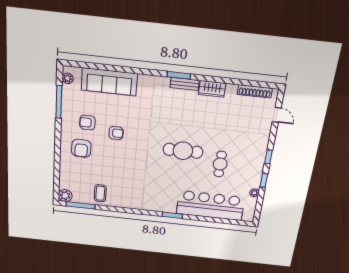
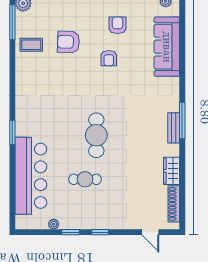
window: (179, 75) -> (182, 121), width x1.44
wardrobe: (212, 89) -> (171, 171), moved
door: (277, 115) -> (150, 232), hinge flipped
armchair: (81, 148) -> (68, 42), moved

